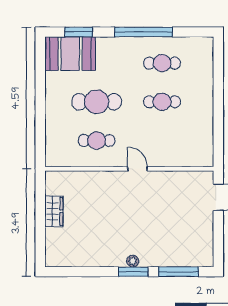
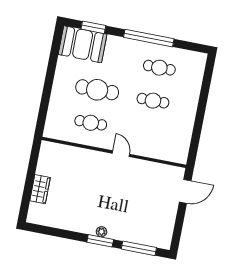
wardrobe: (54, 211) -> (40, 189), moved

